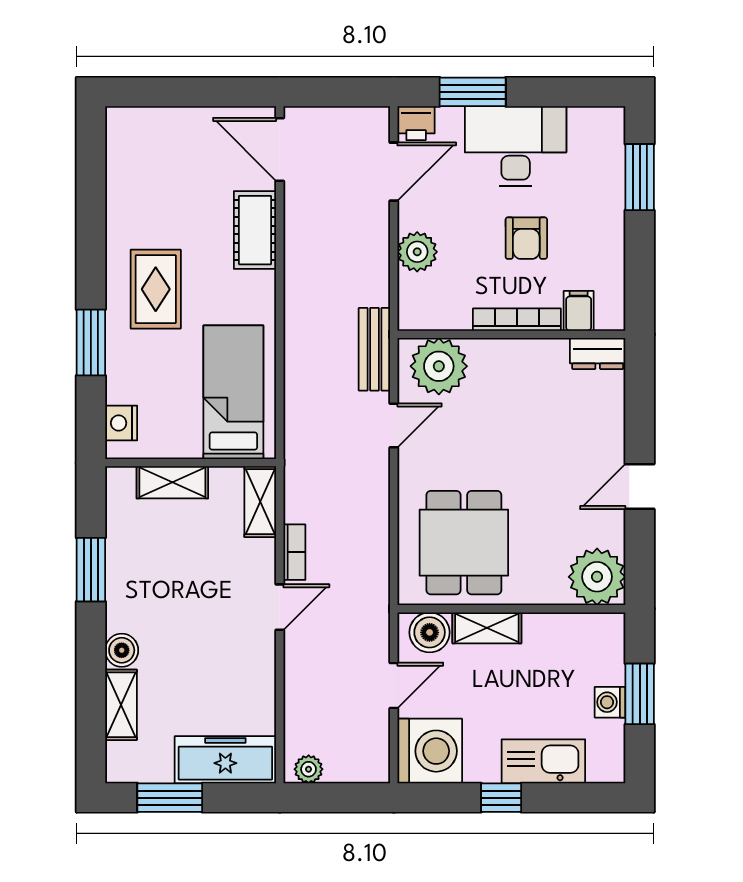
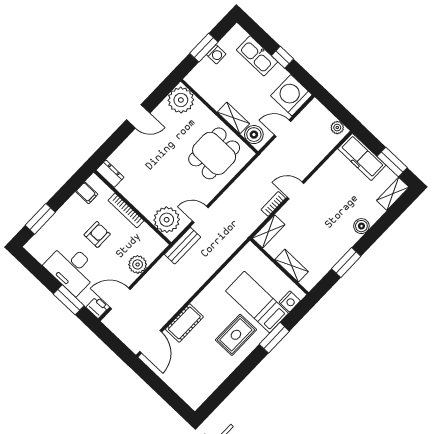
filing cabinet: (579, 311) -> (87, 193), moved, turned -90
bed: (233, 392) -> (257, 302), moved, turned 90
shelving: (121, 705) -> (393, 194), moved

